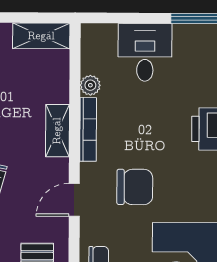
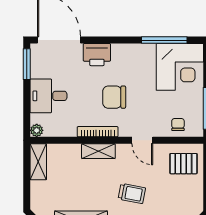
plant: (90, 85) -> (37, 130), moved
chair: (135, 187) -> (114, 97), moved, turned -90

